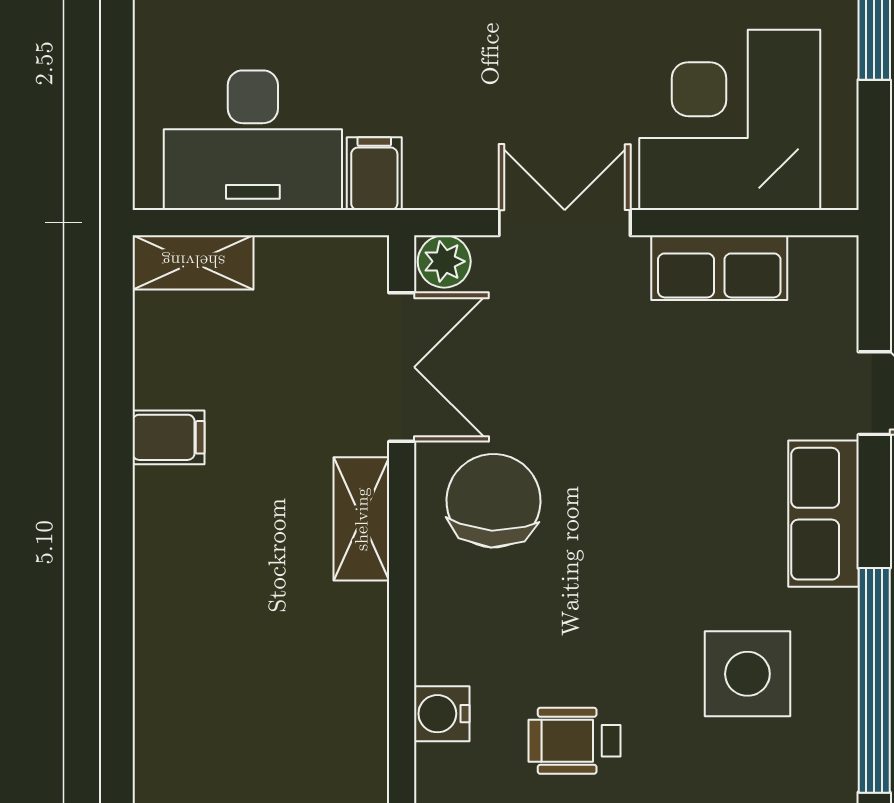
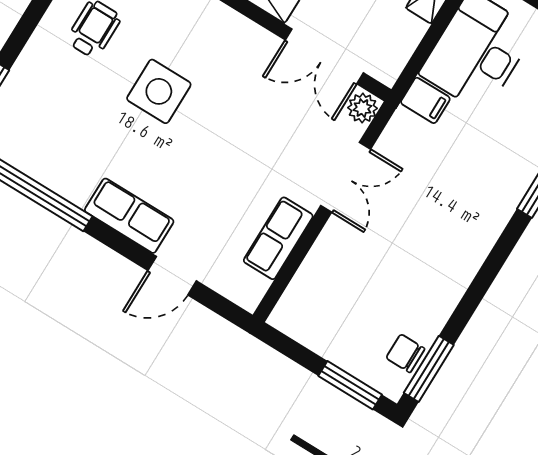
corner desk: (730, 120) -> (346, 287), removed
chair: (494, 501) -> (233, 61), removed
side table: (747, 674) -> (159, 91), moved

